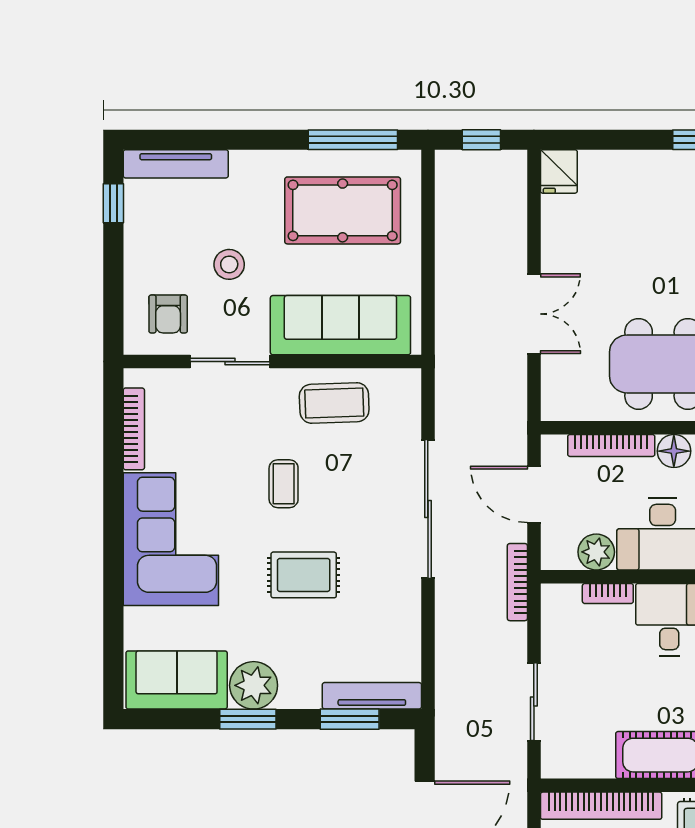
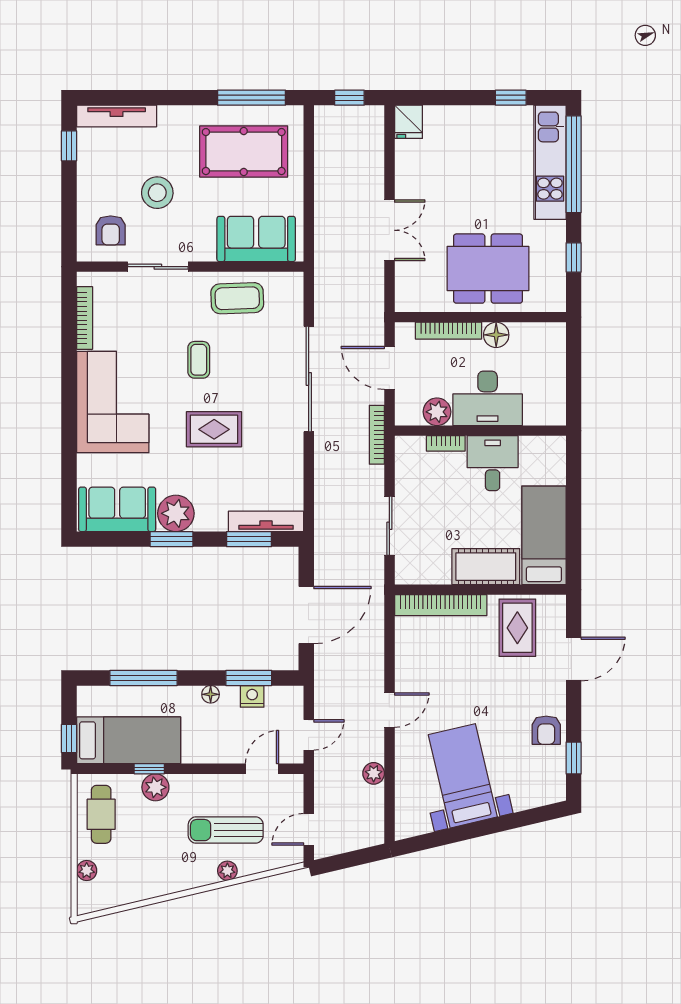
stool: (229, 264) -> (157, 193), width x1.38, depth x1.38
sofa: (340, 325) -> (256, 239), width x0.73

